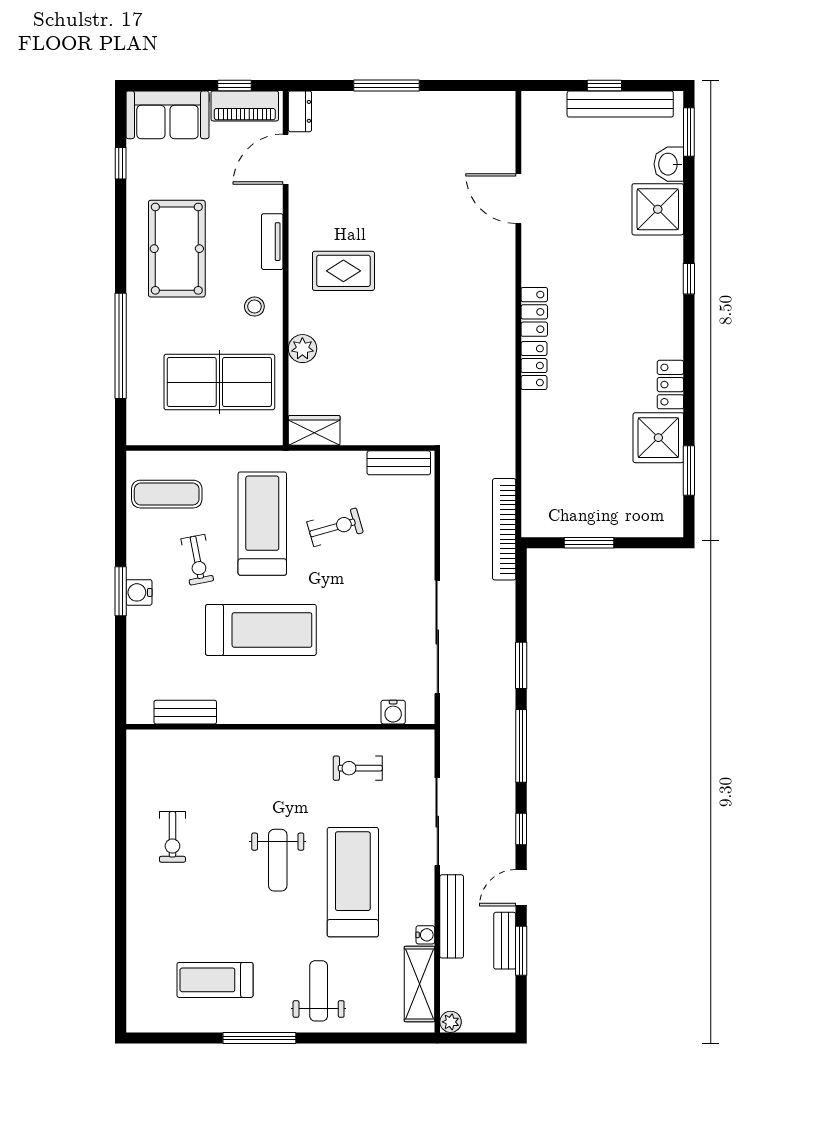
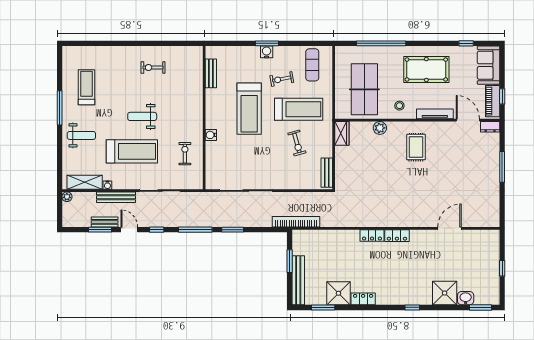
bench: (620, 104) -> (298, 280), moved
tv unit: (272, 242) -> (435, 114), width x1.41
water cooler: (393, 712) -> (211, 135), moved

